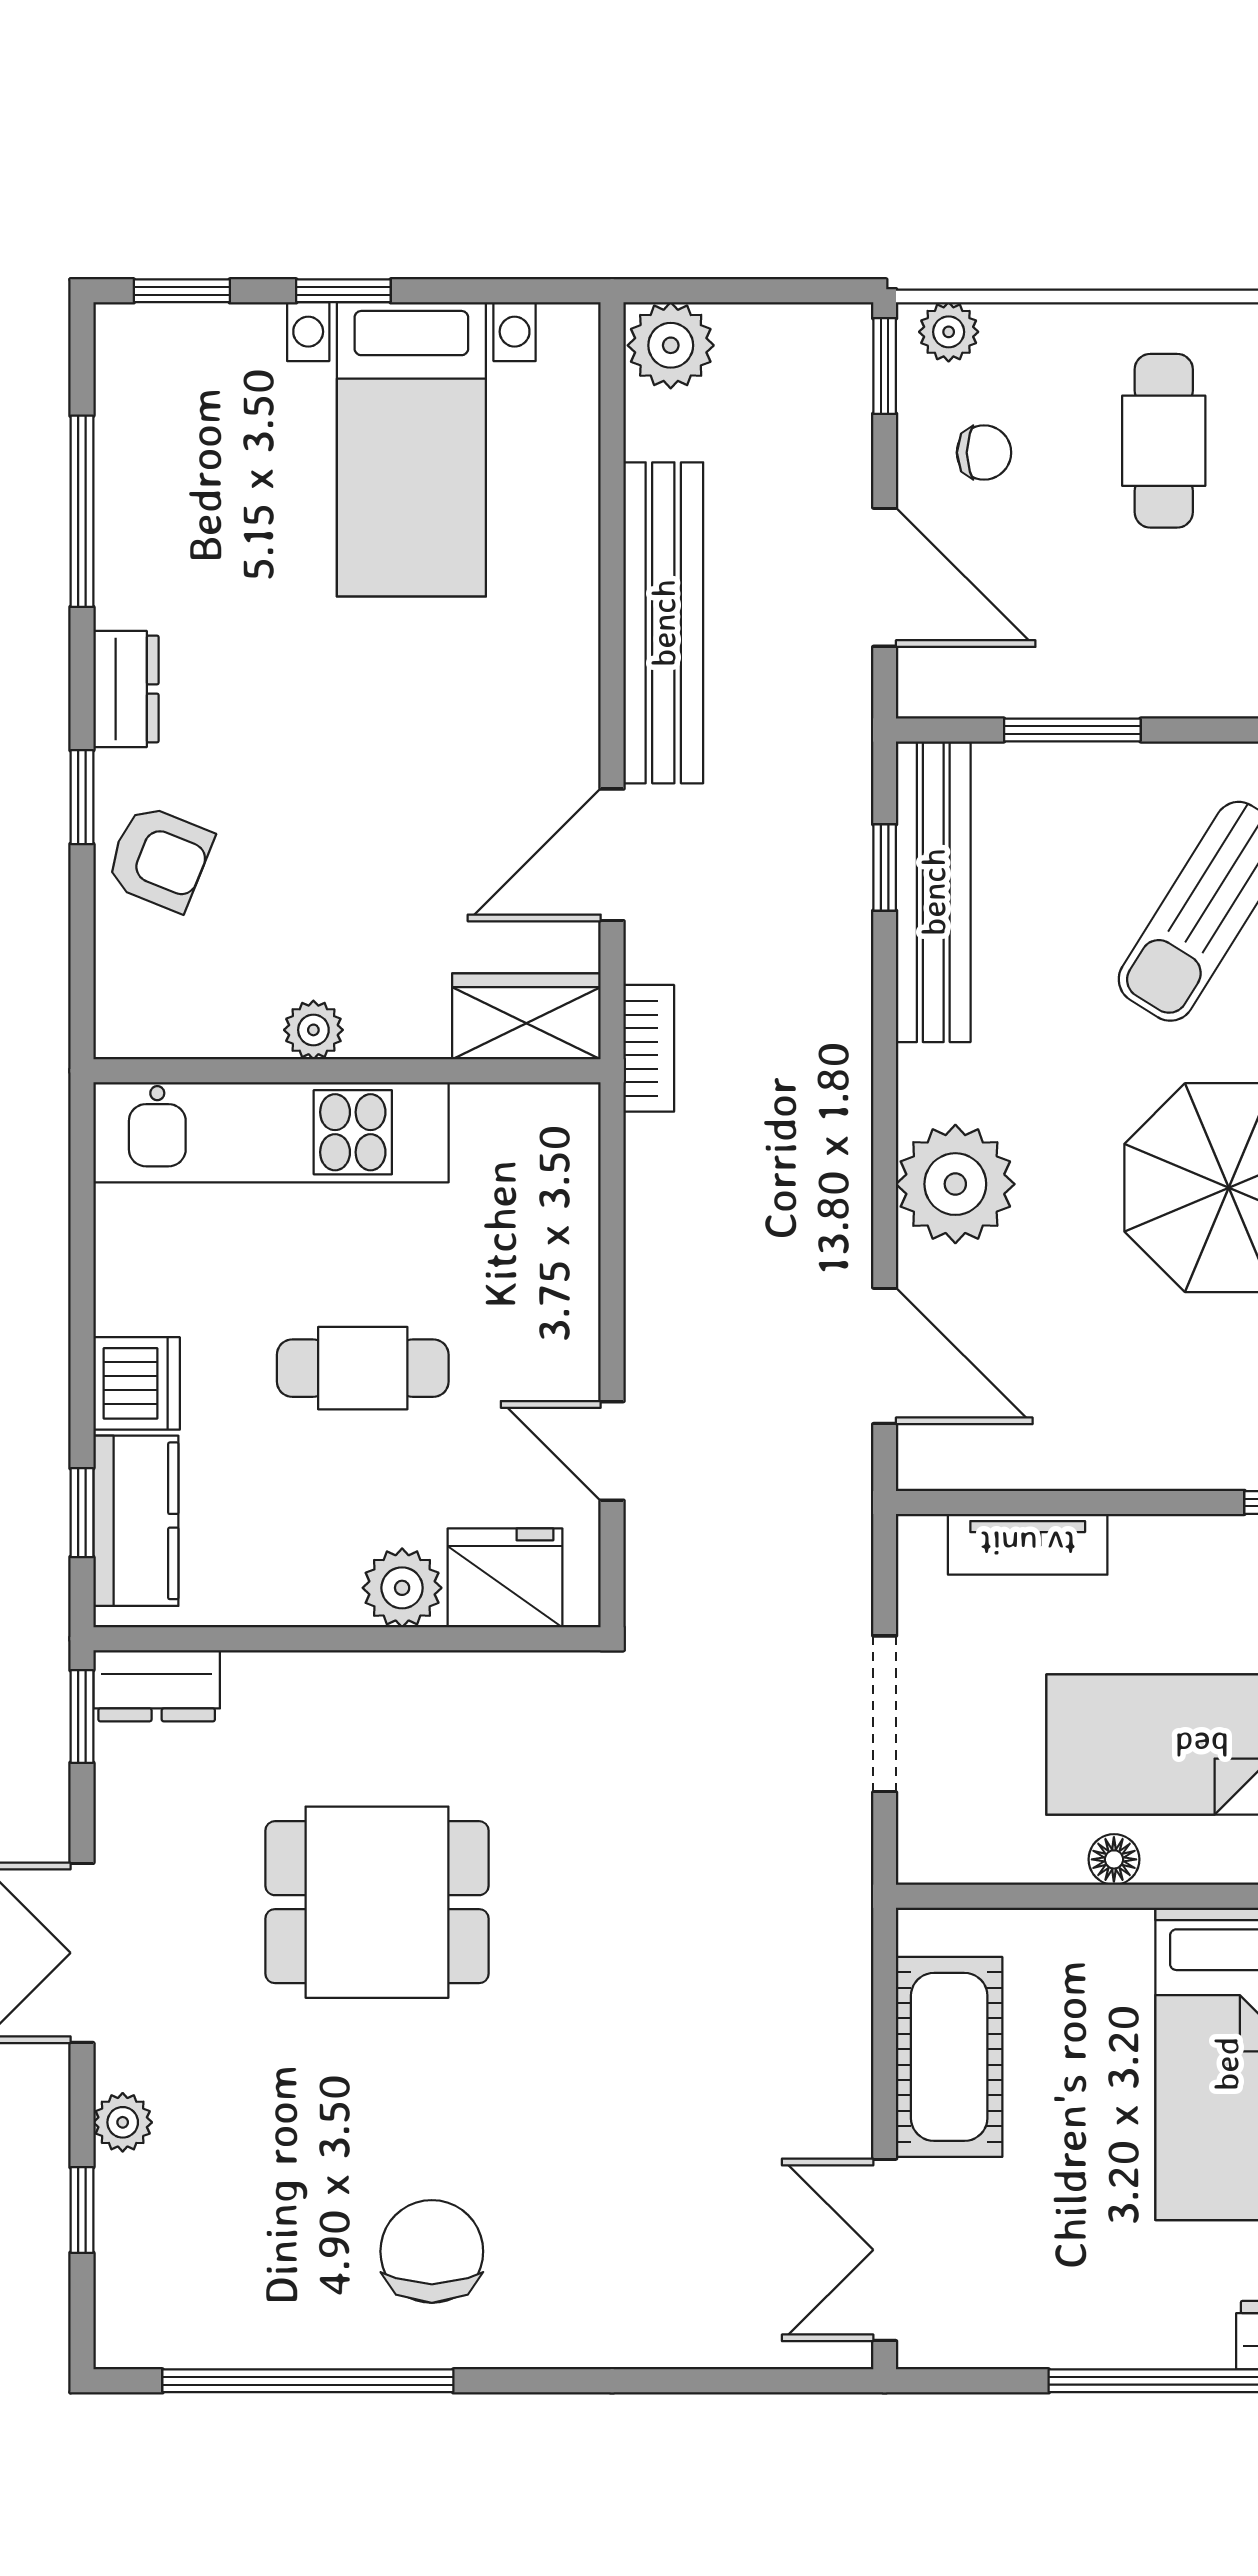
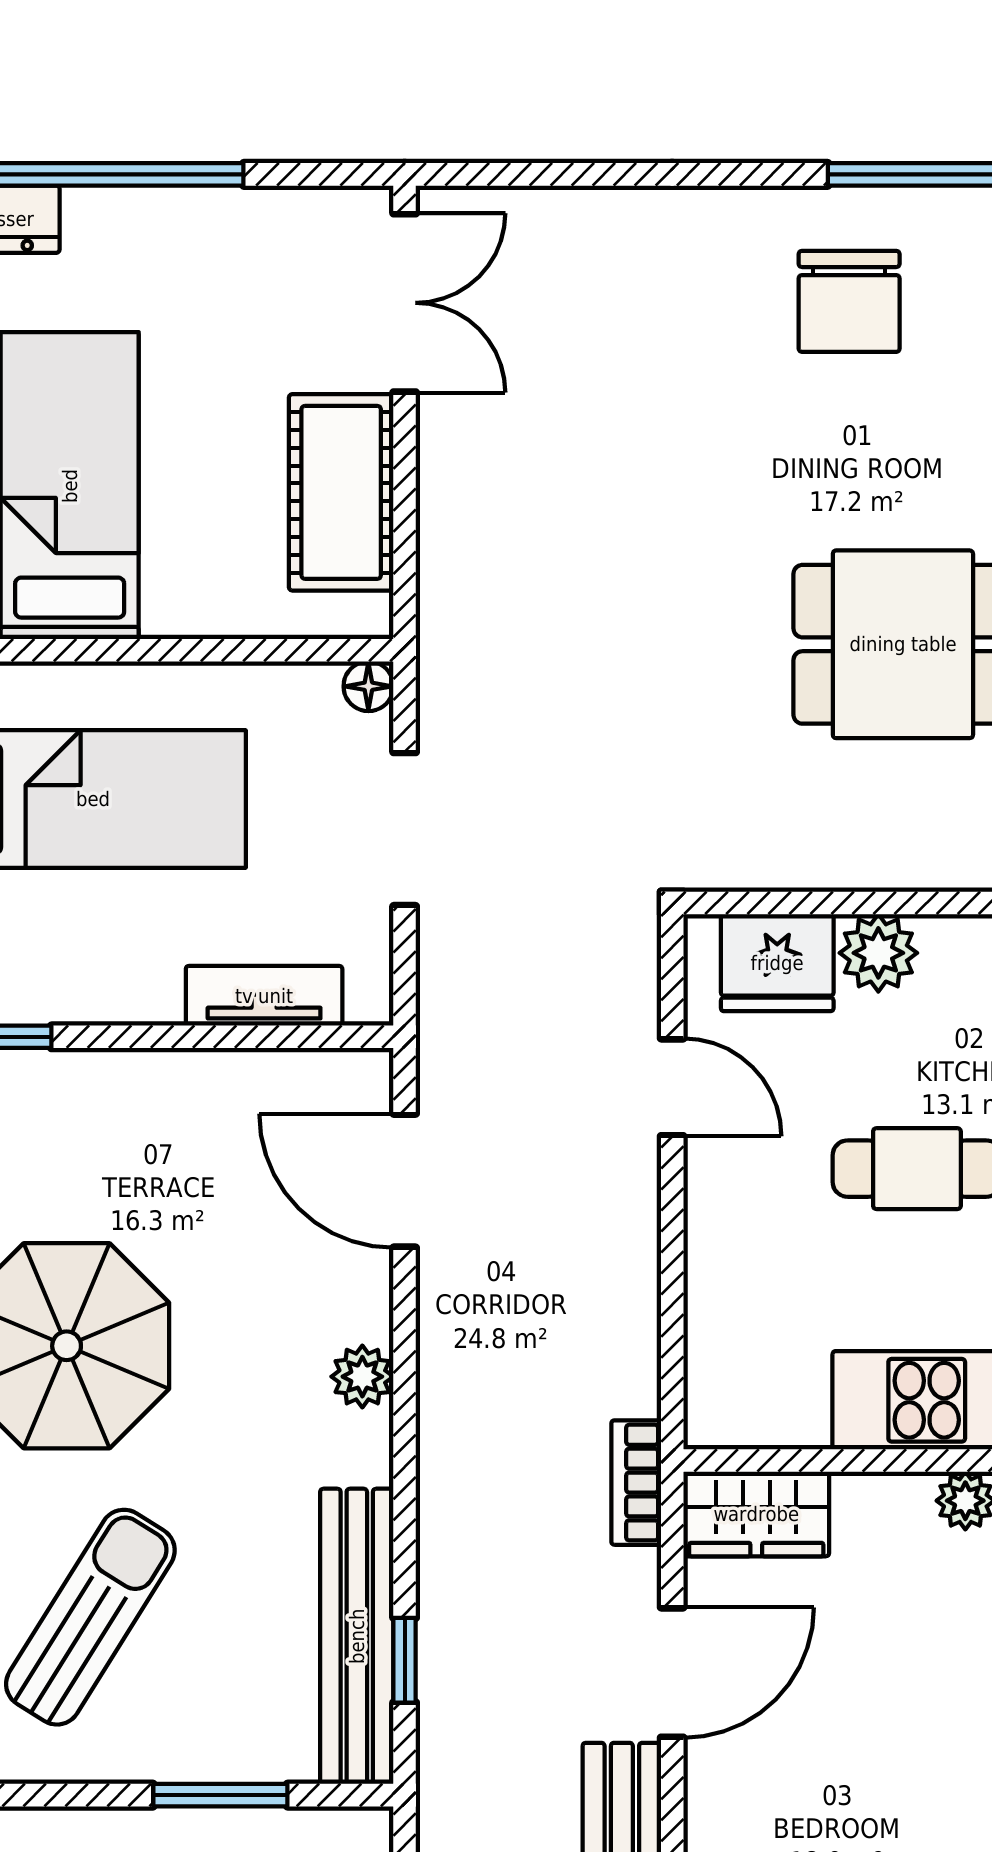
plant: (955, 1184) -> (362, 1377), width x0.53, depth x0.53
floor lamp: (1114, 1859) -> (368, 686), moved

